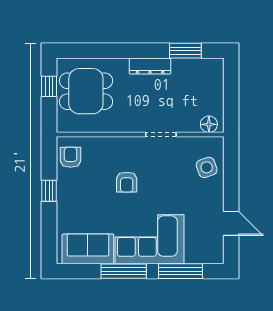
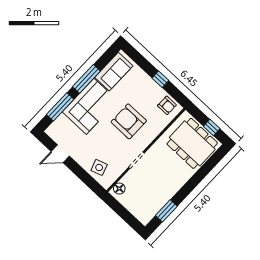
dresser: (150, 66) -> (175, 187), removed
dining table: (86, 91) -> (192, 143), width x1.37
armchair: (127, 182) -> (129, 121), width x1.88, depth x1.88

